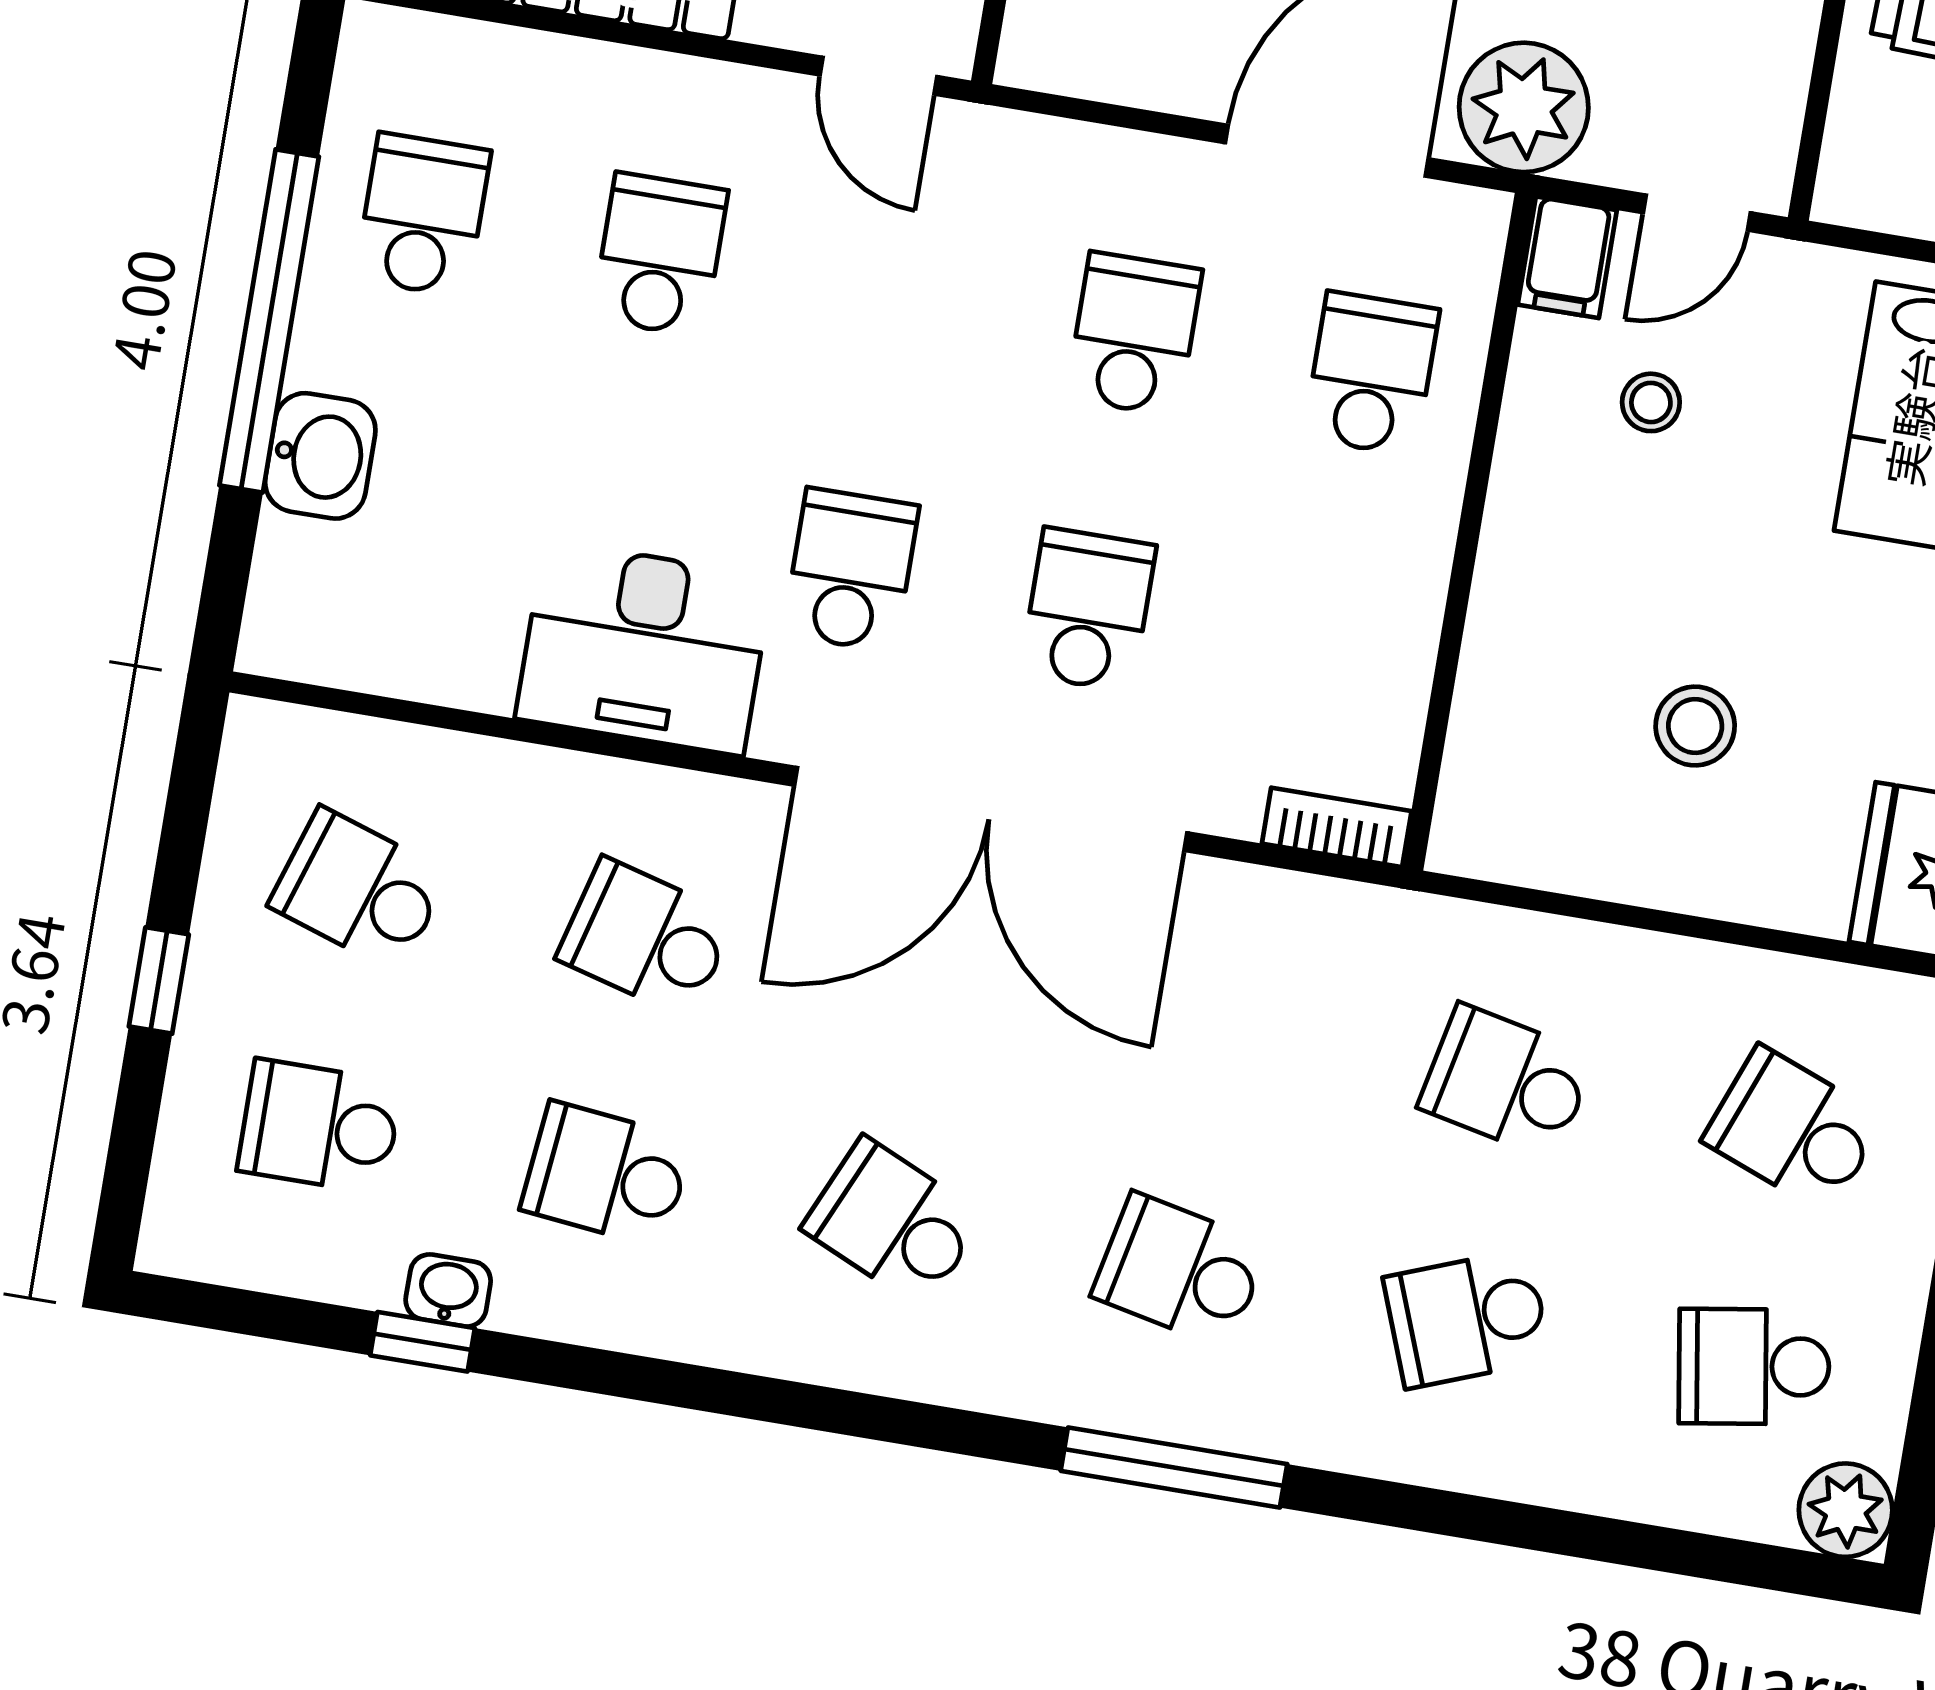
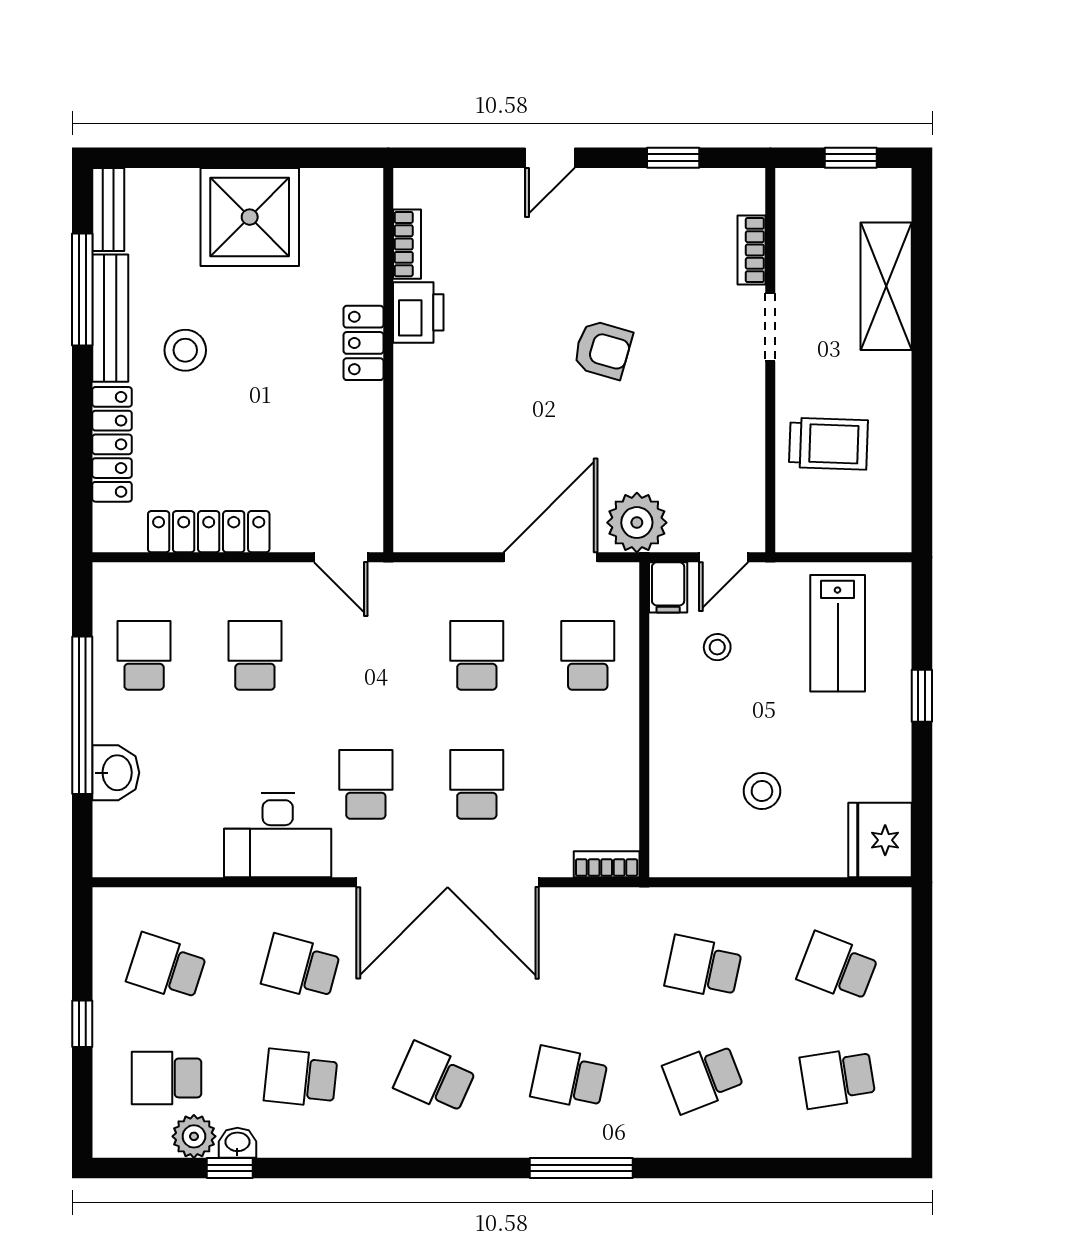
plant: (1846, 1510) -> (194, 1136), moved

